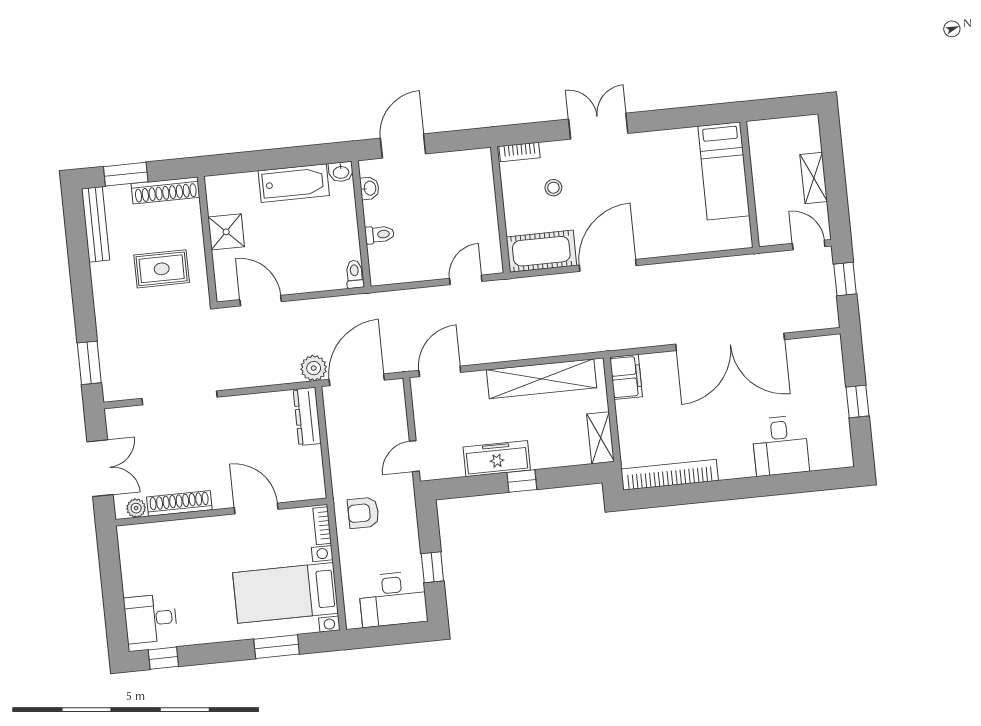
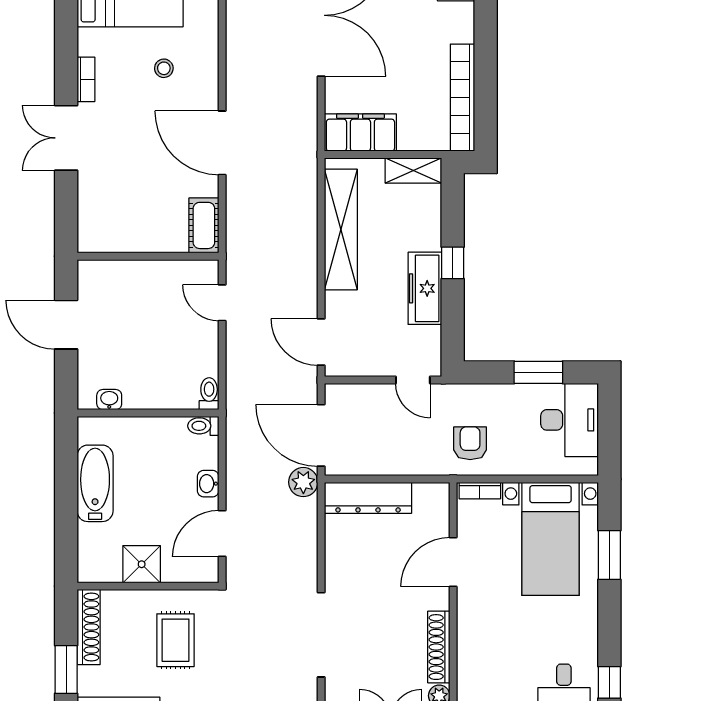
door: (403, 146) -> (66, 325), moved
bookcase: (520, 152) -> (86, 79), moved
washbasin: (341, 172) -> (208, 484), moved, turned 180
stool: (553, 188) -> (164, 68), moved
toilet: (379, 234) -> (209, 394), moved
cot: (541, 251) -> (204, 225), width x0.73, depth x0.75
filing cabinet: (626, 377) -> (360, 133), width x1.50, depth x1.17
dresser: (307, 416) -> (368, 498), width x1.37, depth x1.24
armchair: (363, 513) -> (470, 443), turned 180
window: (432, 567) -> (538, 372), width x1.50

